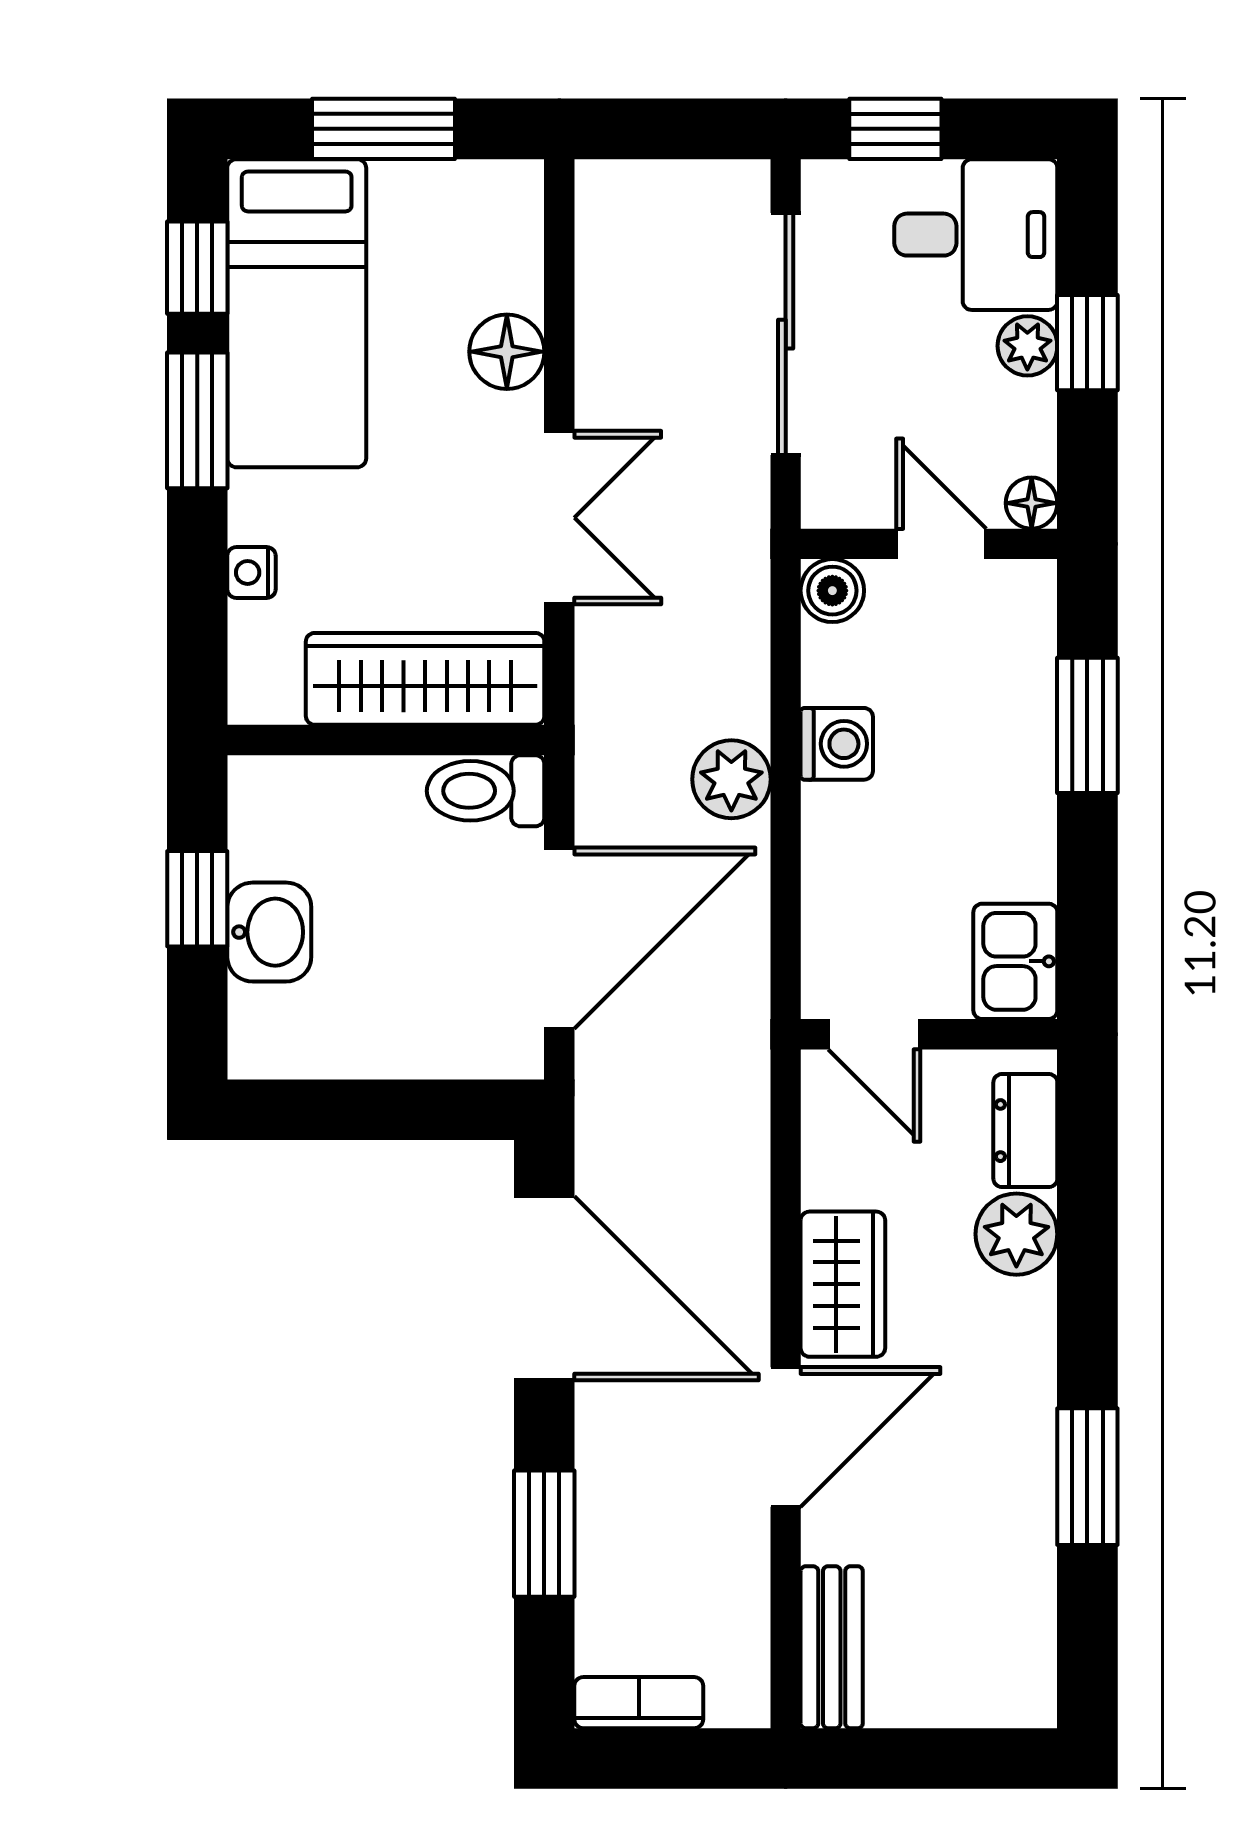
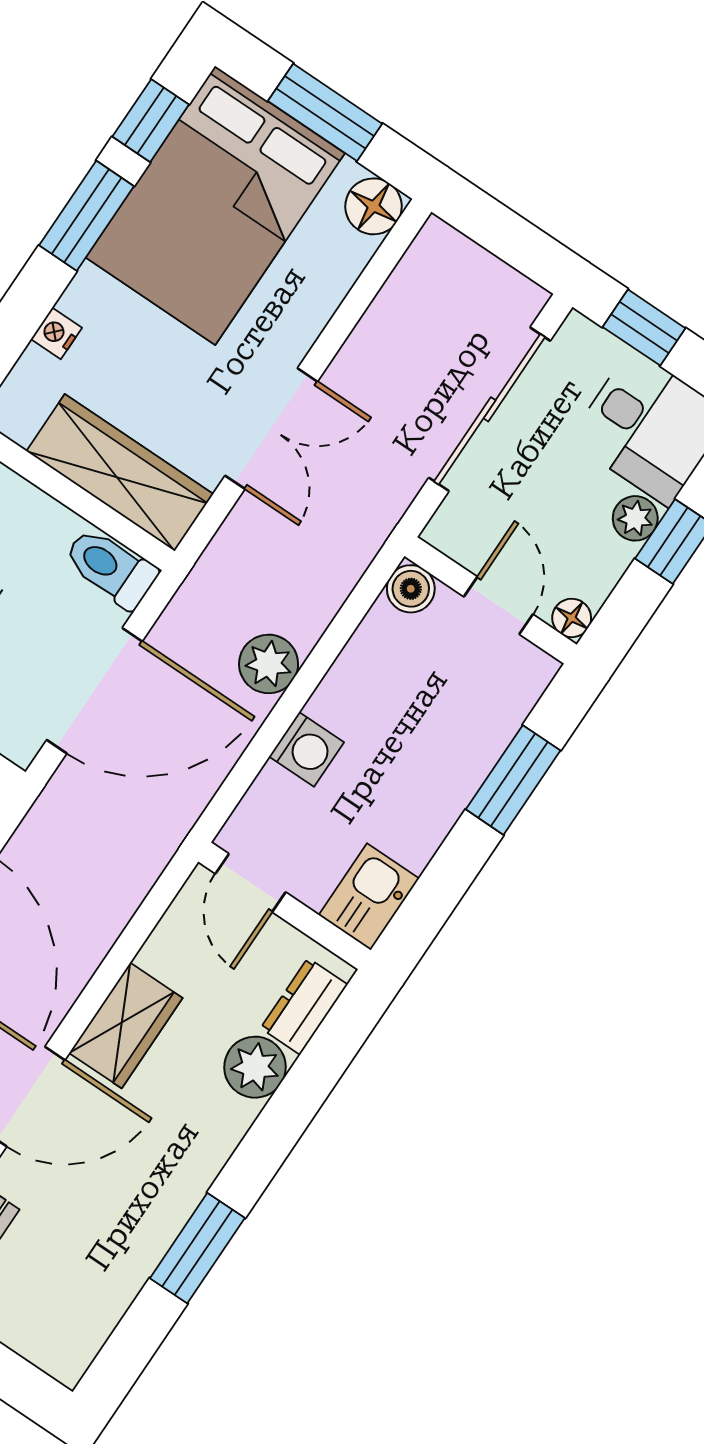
bed: (297, 313) -> (215, 205), width x1.50
floor lamp: (507, 352) -> (374, 206), moved
washing machine: (837, 744) -> (306, 749), moved

